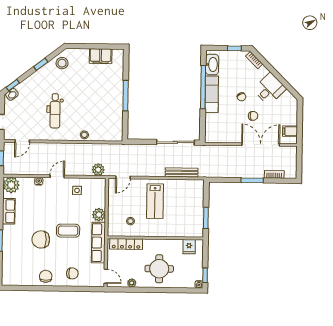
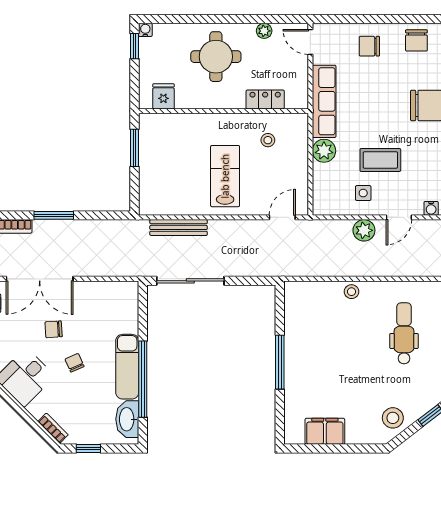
plant: (98, 170) -> (364, 230), moved
coffee table: (68, 231) -> (380, 160), moved
locker: (126, 244) -> (265, 99), width x0.66

